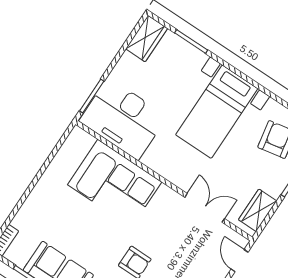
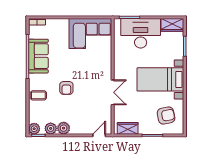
desk: (123, 119) -> (141, 33), moved, turned 90
corner sofa: (115, 183) -> (90, 34), moved, turned -90
double door: (205, 208) -> (113, 92), moved

